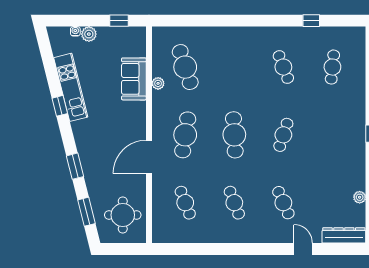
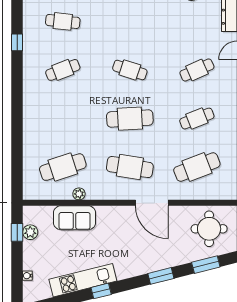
plant: (89, 34) -> (30, 232), moved
cafe table: (185, 203) -> (197, 167), width x1.37, depth x1.35

